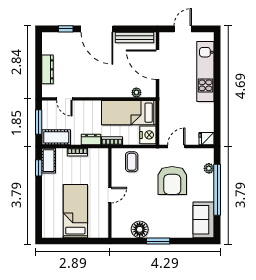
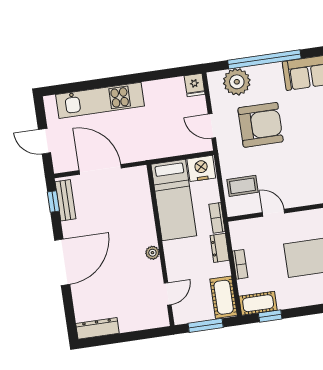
window: (66, 29) -> (53, 201), moved
bench: (134, 37) -> (66, 200), width x0.73
door: (158, 65) -> (100, 169), swing flipped
dresser: (47, 69) -> (97, 328), moved
plant: (136, 92) -> (152, 253), moved
plant: (209, 168) -> (237, 82), width x1.87, depth x1.87
door: (110, 195) -> (274, 213), moved

